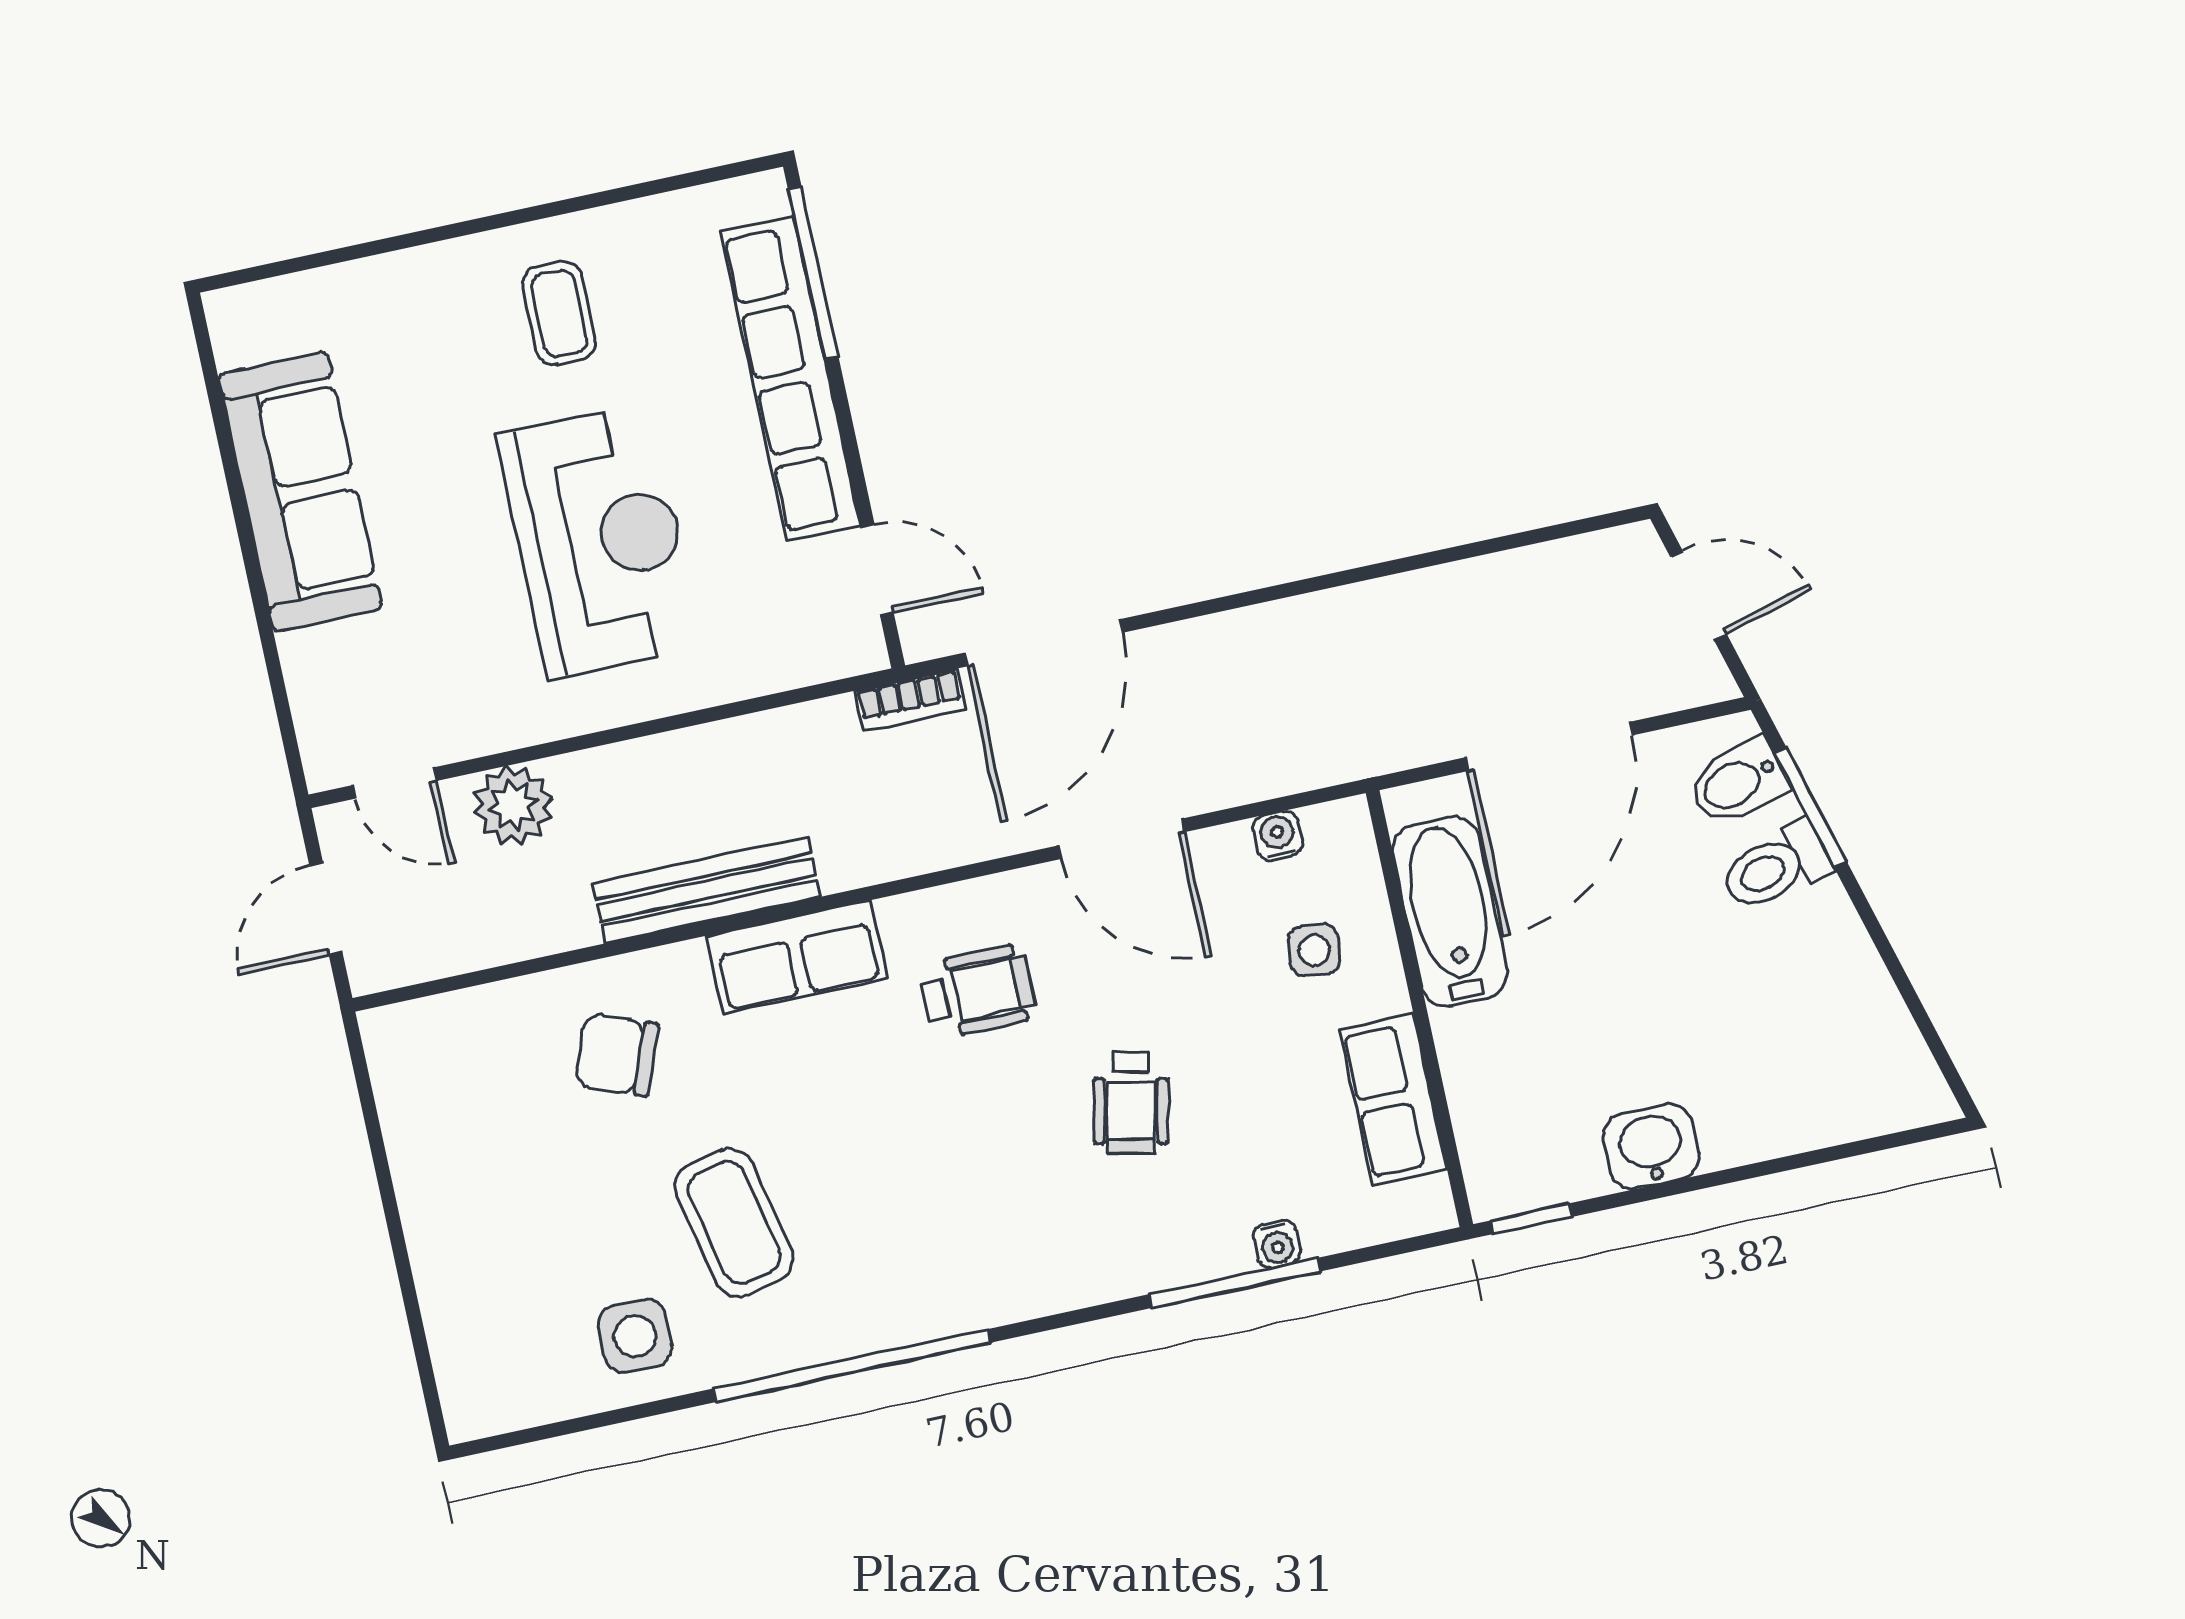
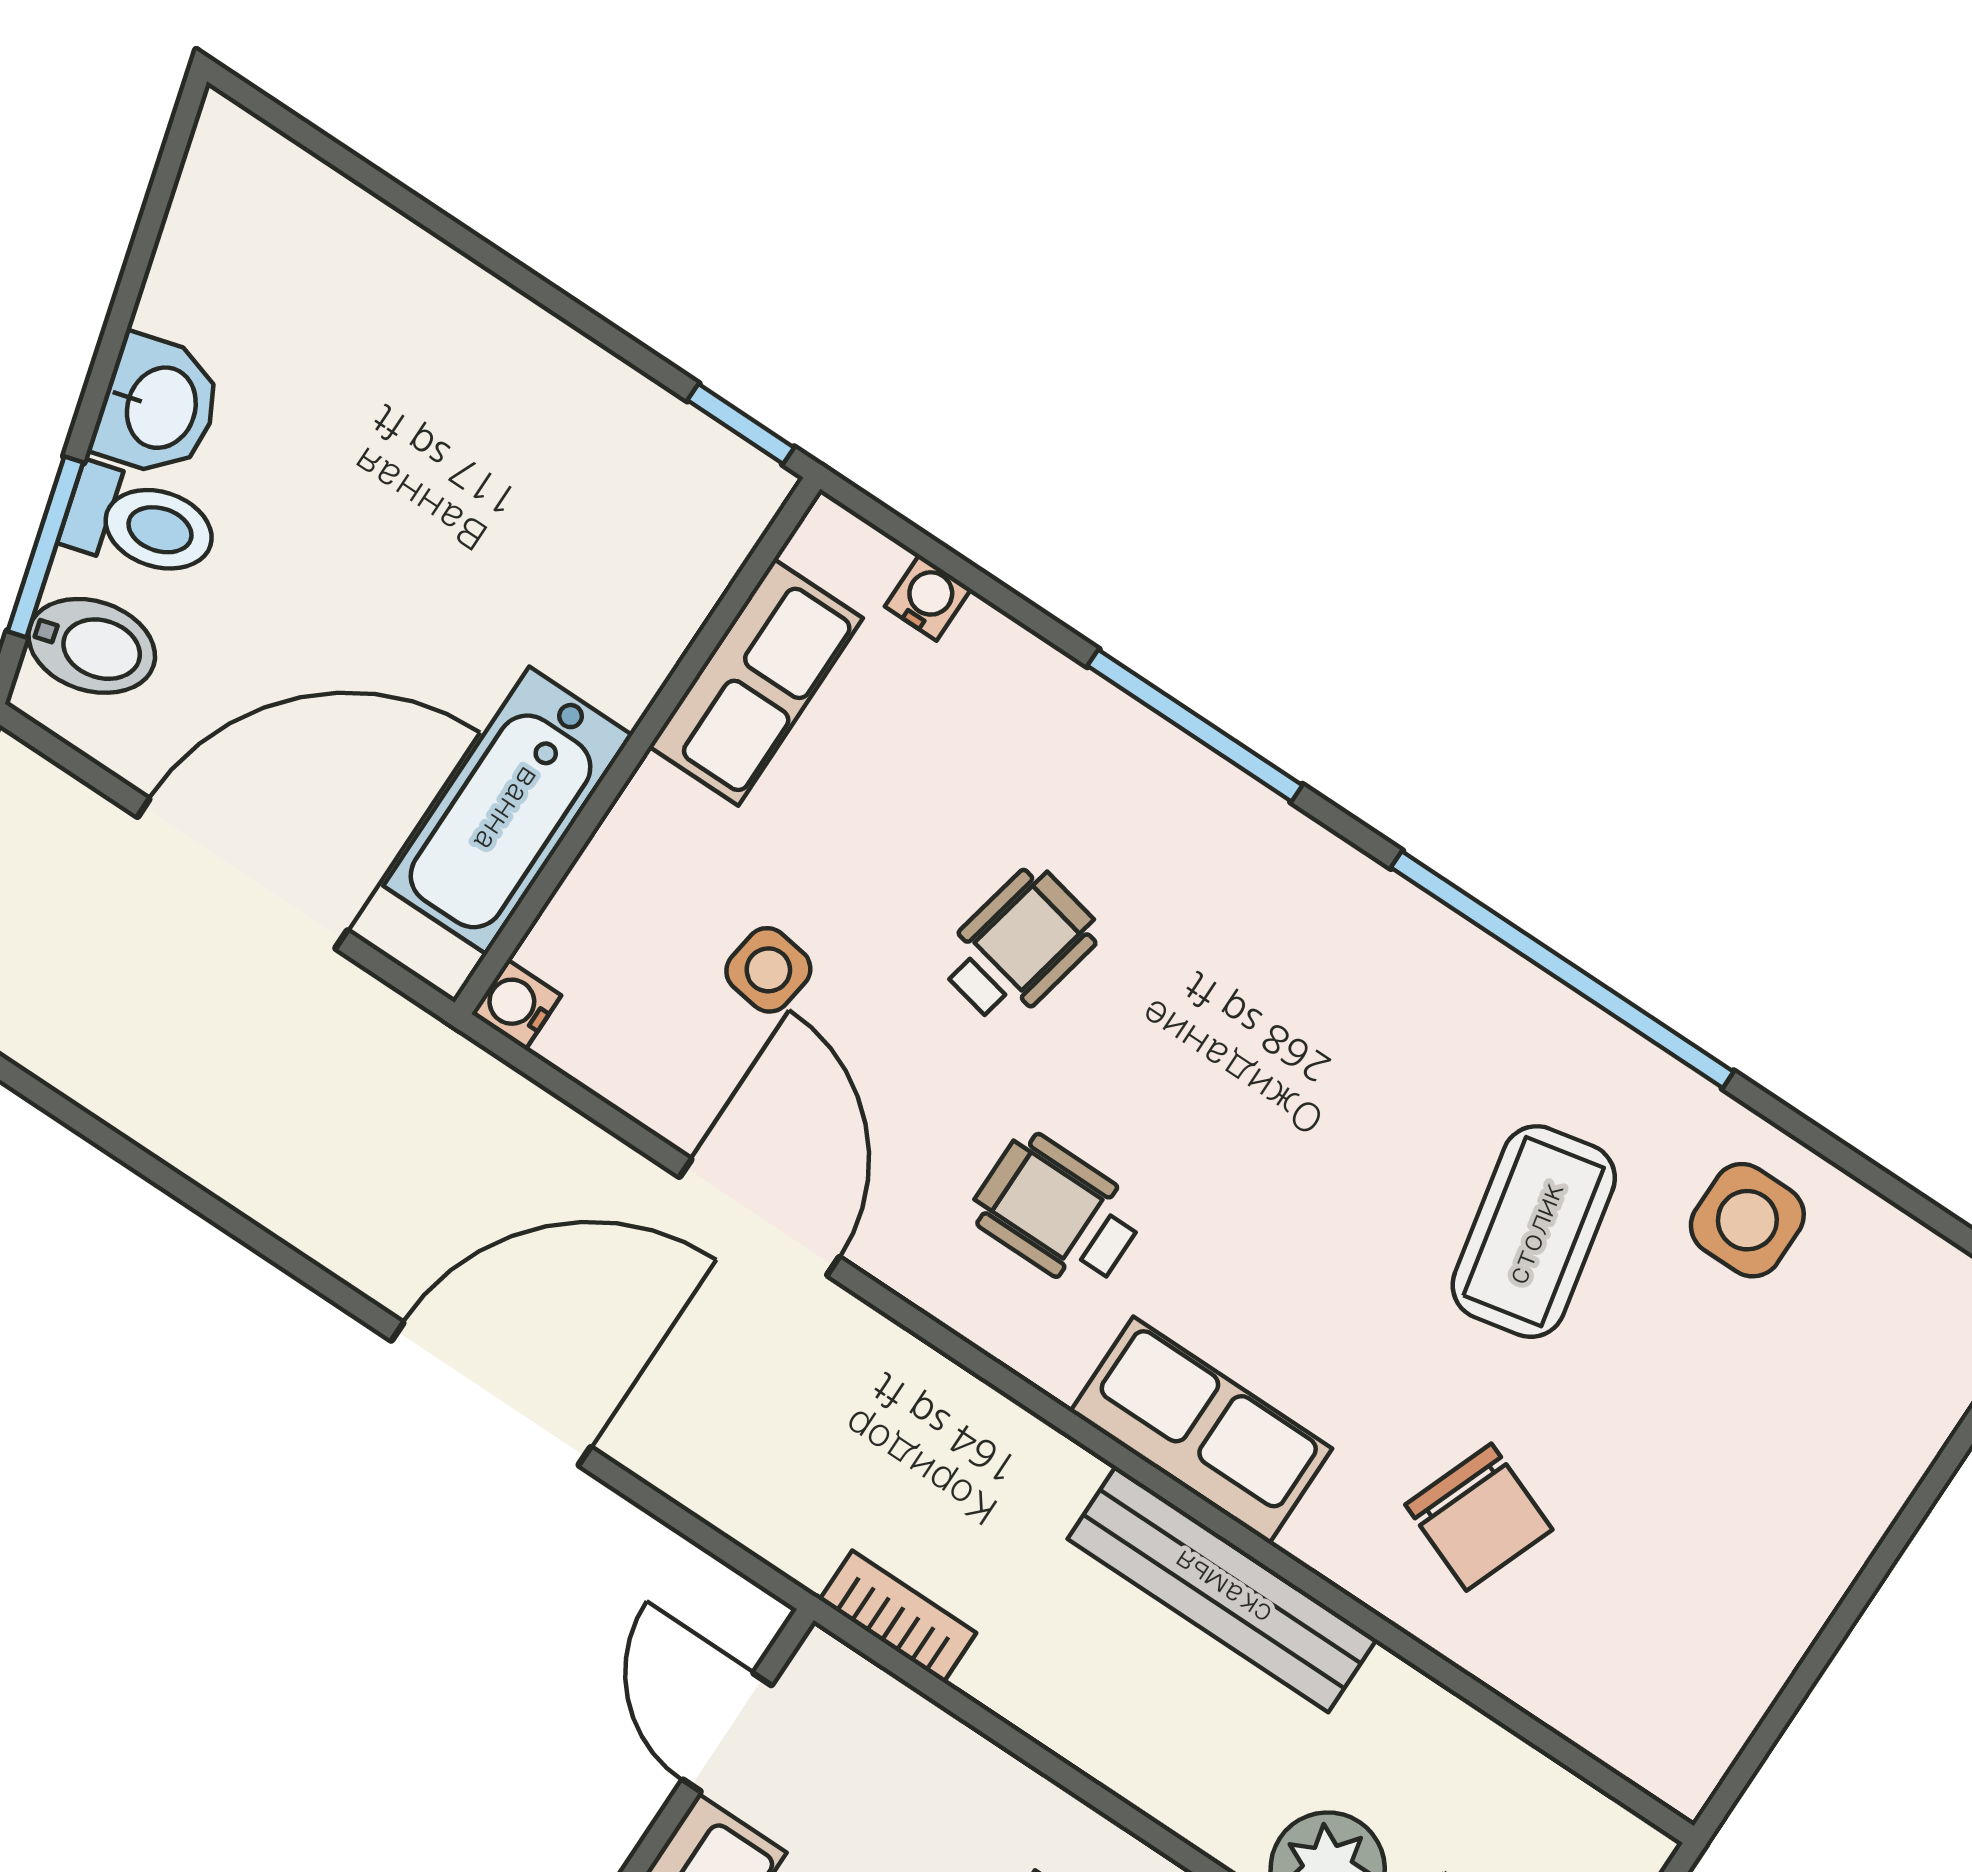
door: (1044, 643) -> (491, 1394), moved
bookcase: (910, 700) -> (898, 1616), moved
water cooler: (1278, 836) -> (516, 1005), moved, turned 90
side table: (1314, 950) -> (768, 970), moved
washbasin: (1651, 1147) -> (158, 407), moved, turned -106
water cooler: (1277, 1244) -> (928, 598), moved
window: (1235, 1283) -> (1195, 726), moved

